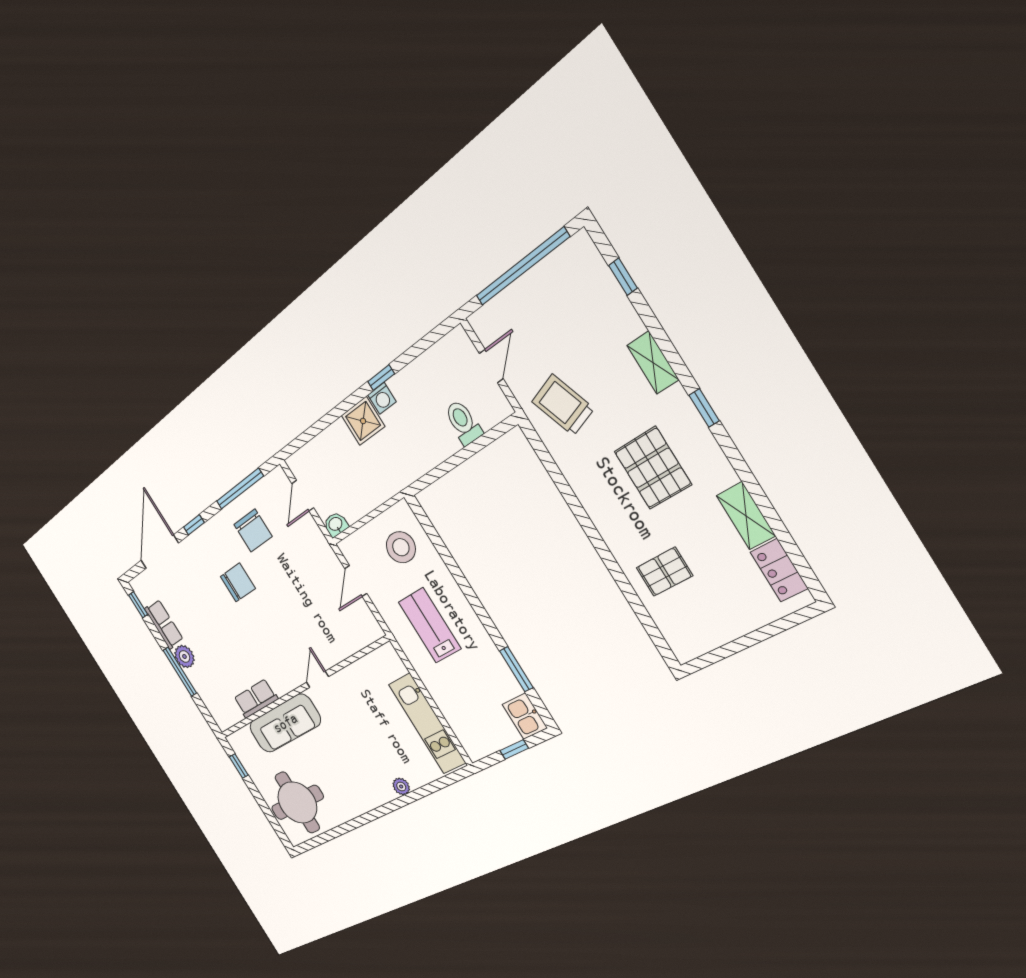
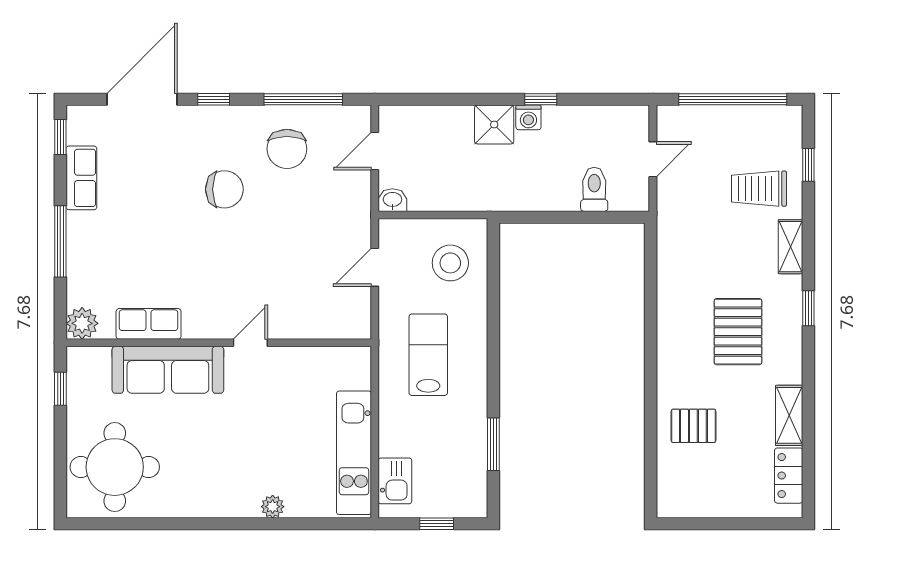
trolley: (563, 405) -> (759, 189), moved, turned -71
plant: (184, 656) -> (82, 323), moved
kitchen sink: (525, 716) -> (395, 481), moved, turned 180

